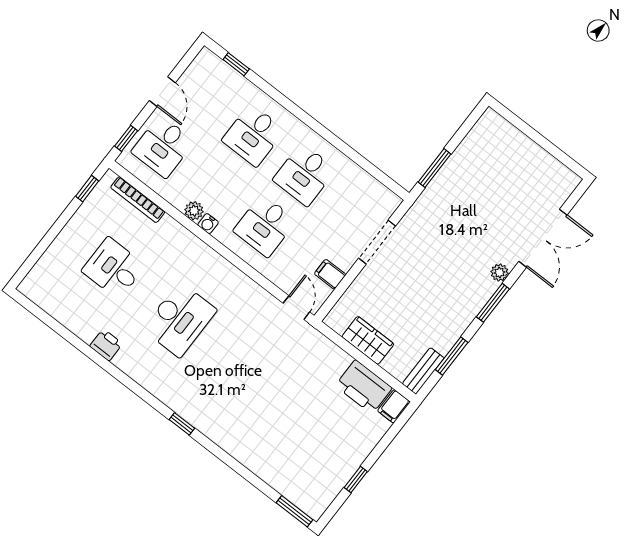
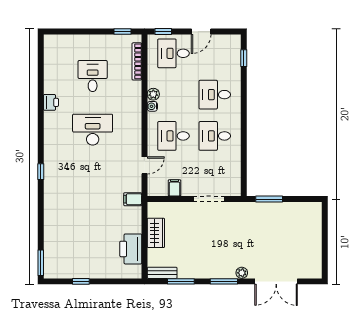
door: (296, 308) -> (144, 165), moved
desk: (180, 320) -> (93, 130), turned 180
filing cabinet: (394, 406) -> (133, 199), moved

